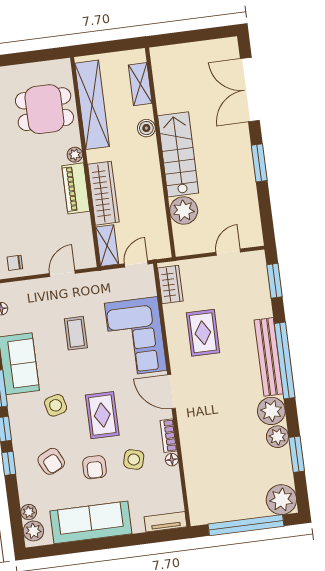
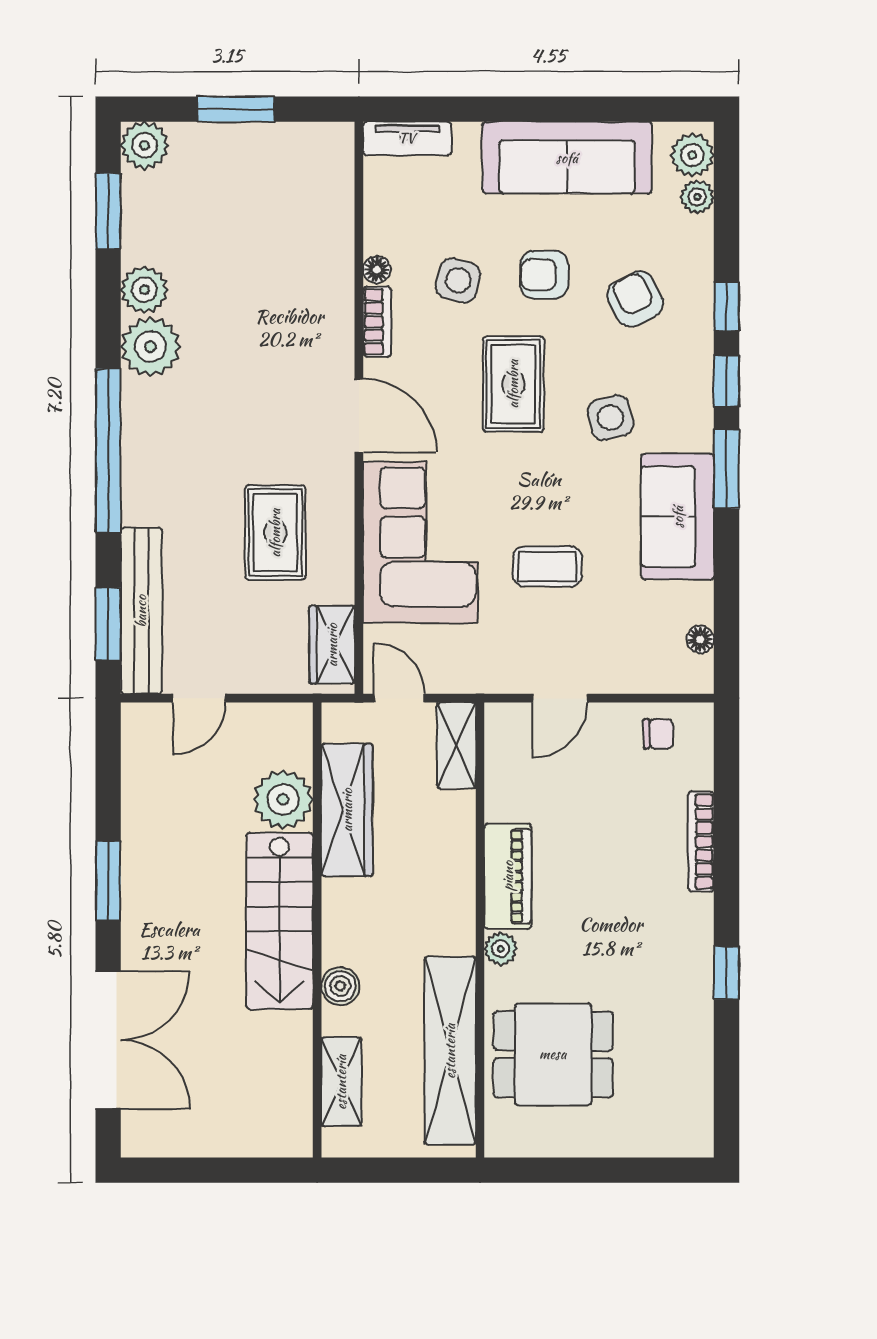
wardrobe: (103, 193) -> (347, 810), moved, turned 180
door: (136, 264) -> (399, 698), swing flipped
coffee table: (76, 333) -> (547, 566), turned 90
bench: (269, 357) -> (141, 611), moved
window: (297, 454) -> (108, 211), moved
armchair: (94, 467) -> (544, 275), turned -90
plant: (281, 500) -> (145, 145), width x0.73, depth x0.73
window: (246, 525) -> (236, 109), width x0.47

